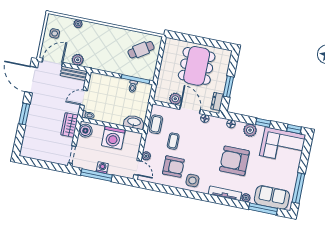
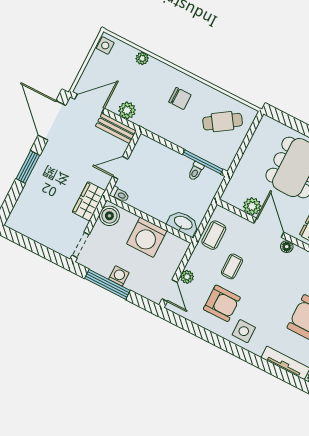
side table: (55, 33) -> (105, 45), moved
chair: (109, 43) -> (180, 98), added

